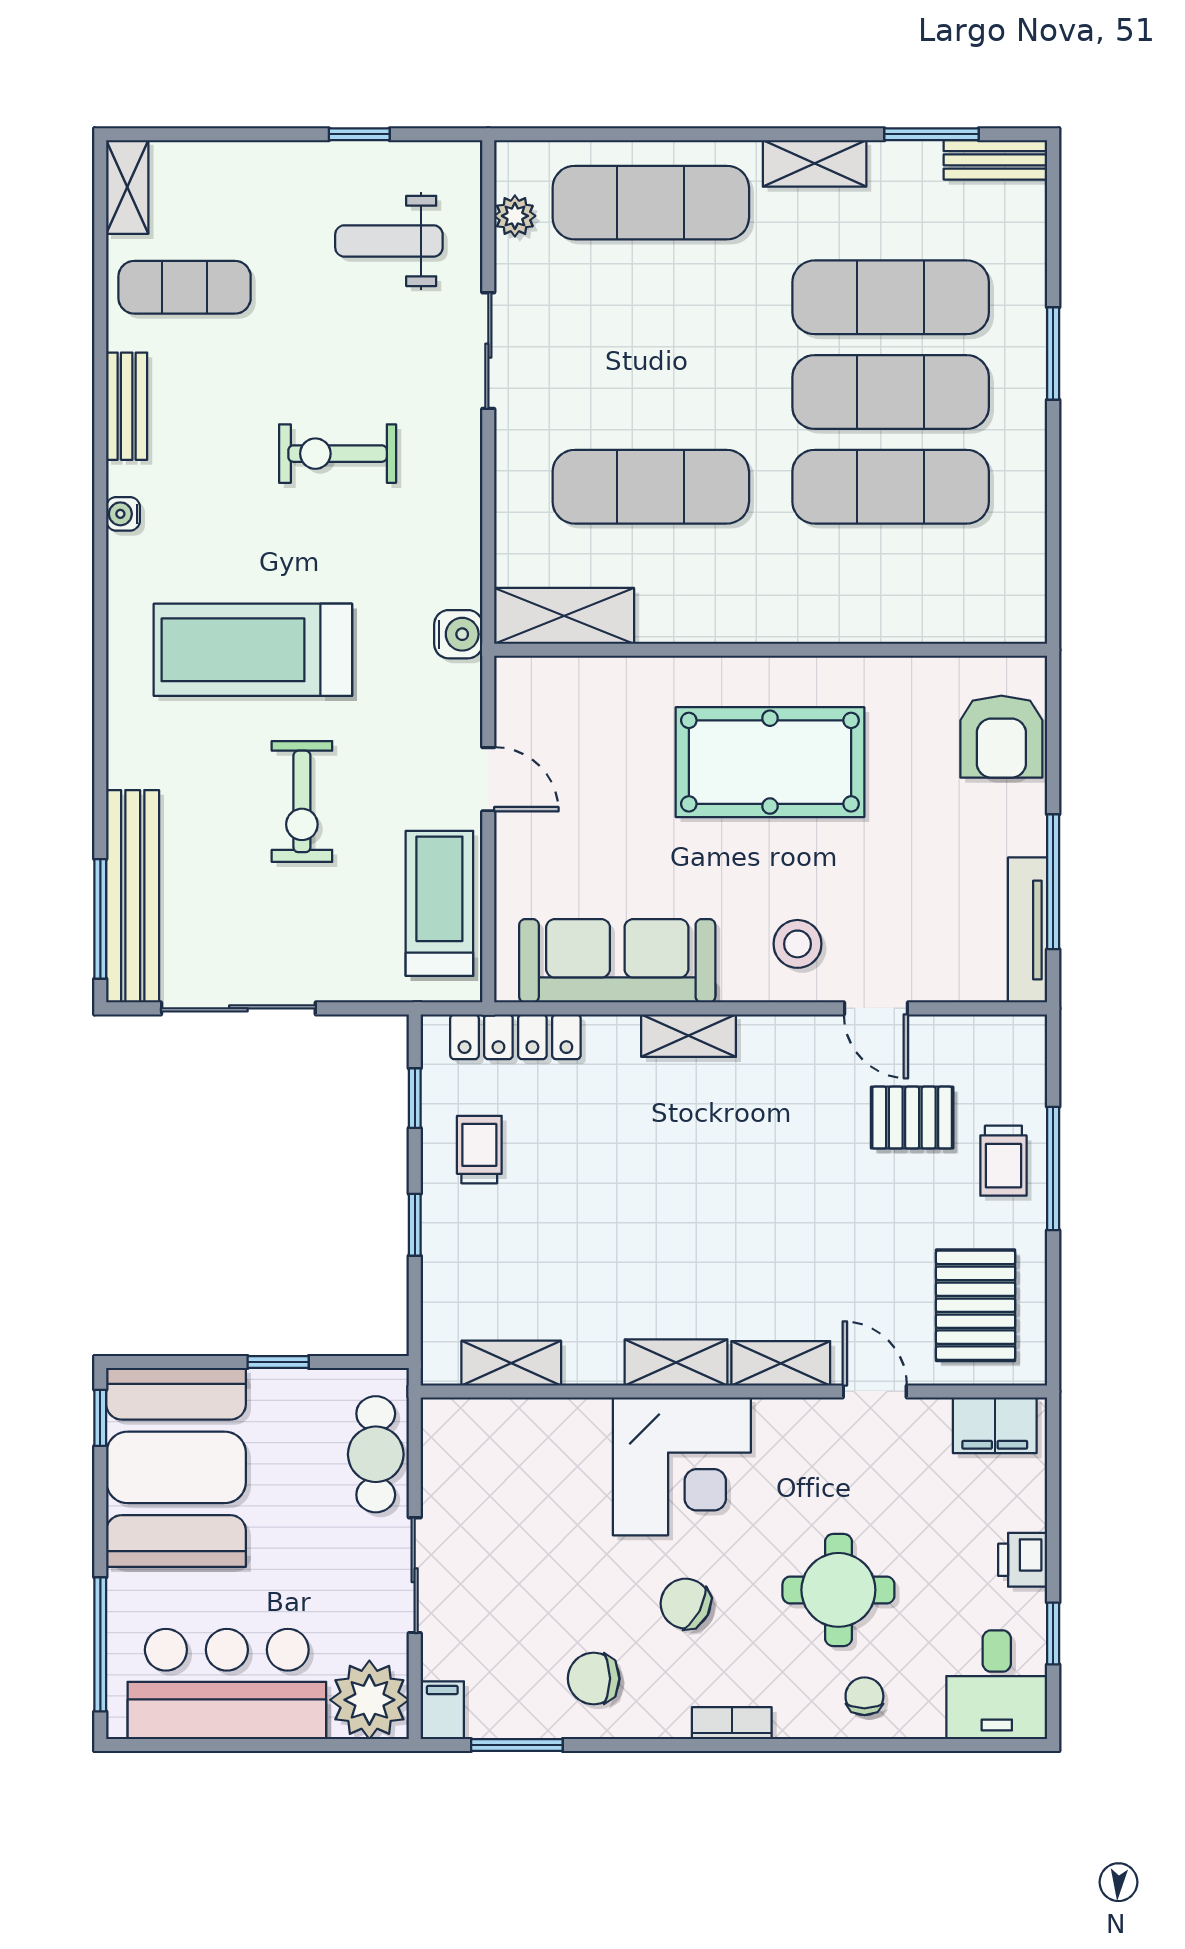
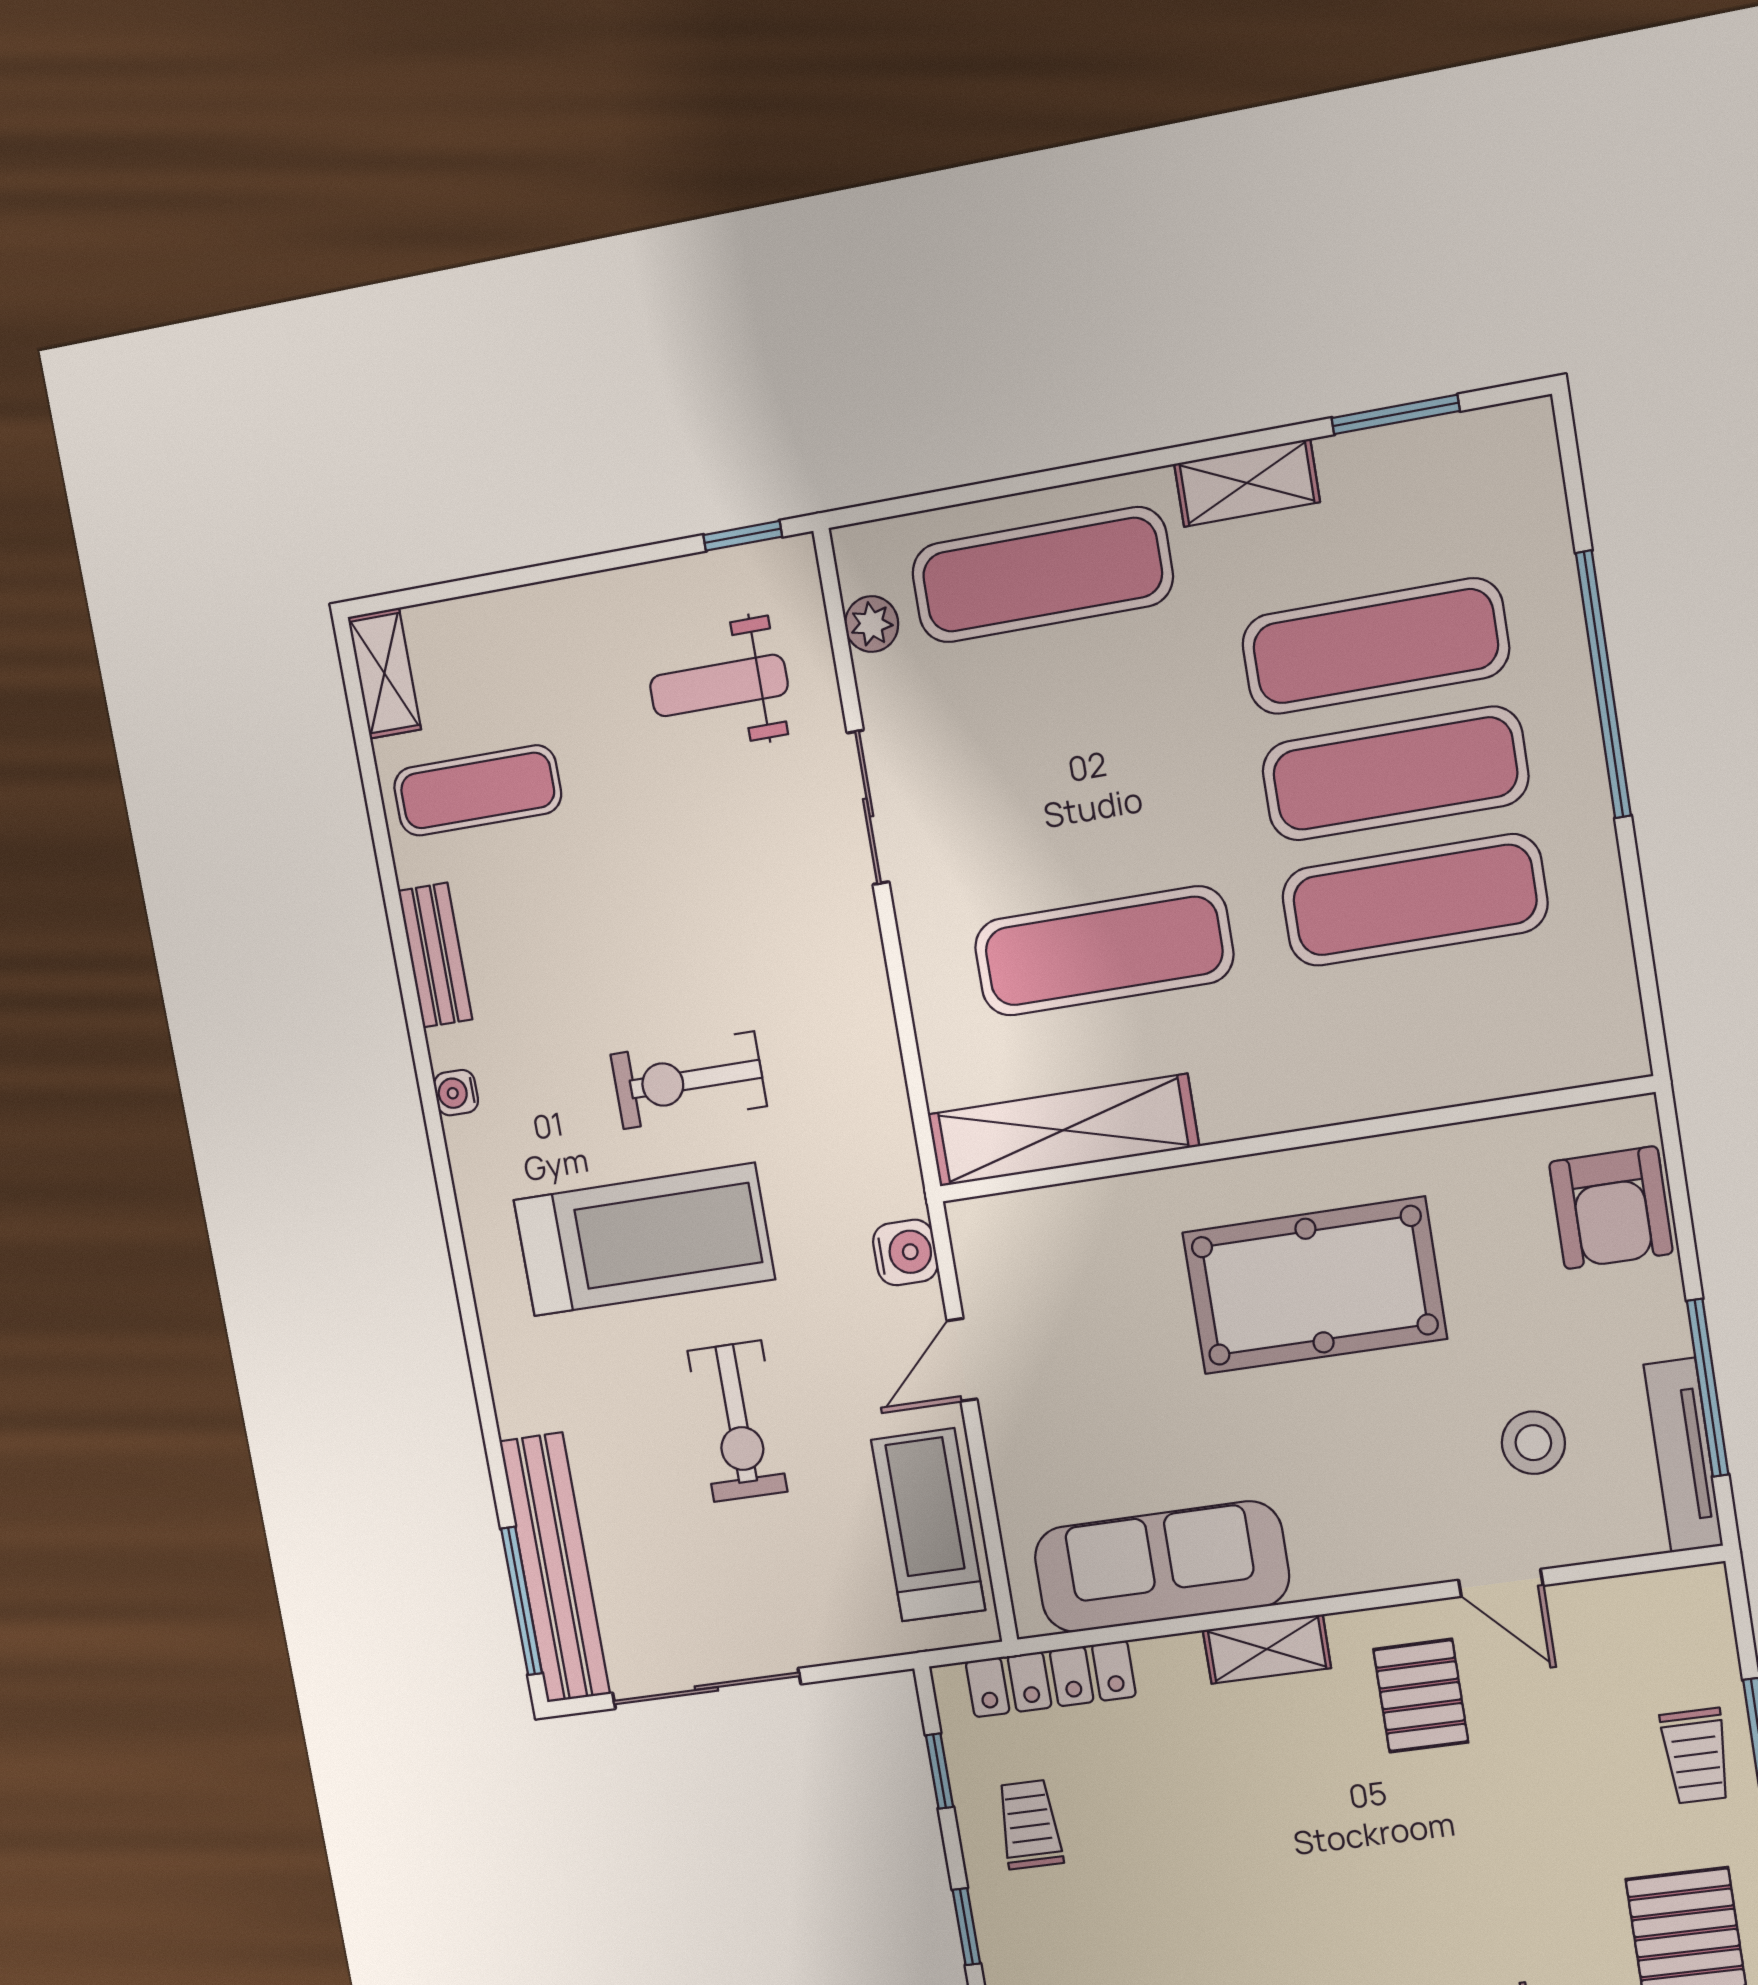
window: (359, 134) -> (743, 536), moved
bench: (995, 160) -> (1486, 434), removed
window: (1053, 353) -> (1603, 685), width x2.11
exercise bike: (338, 454) -> (689, 1080), moved
shelving: (564, 616) -> (1063, 1130), width x1.47
water cooler: (458, 634) -> (905, 1253), moved
treadmill: (253, 650) -> (644, 1240), turned 180
door: (488, 779) -> (962, 1360), swing flipped
stool: (797, 944) -> (1533, 1443), moved
pallet: (912, 1118) -> (1421, 1696), moved, turned 90

